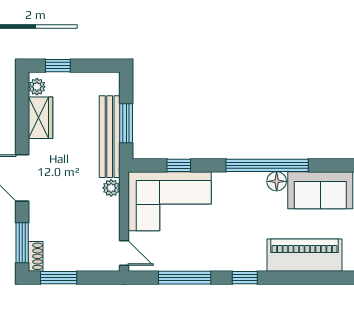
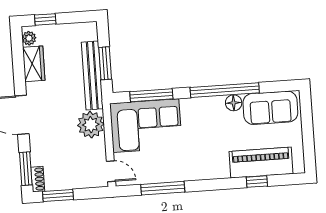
window: (179, 165) -> (151, 95), width x2.17
plant: (111, 188) -> (91, 125), width x1.88, depth x1.88
window: (245, 278) -> (257, 182), moved

